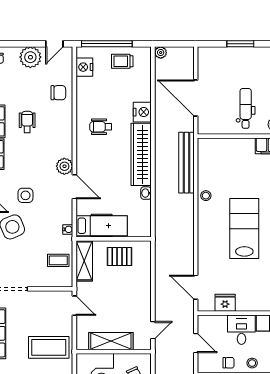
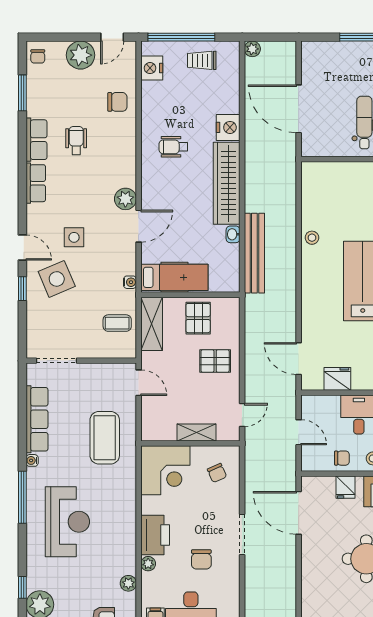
bench: (186, 163) -> (254, 253), moved
door: (74, 187) -> (139, 226), hinge flipped
pallet: (119, 257) -> (198, 318), turned 90
pallet: (132, 289) -> (215, 361), added
shelving: (111, 341) -> (196, 433), width x0.67, depth x0.75
coffee table: (49, 347) -> (105, 438), turned 90

